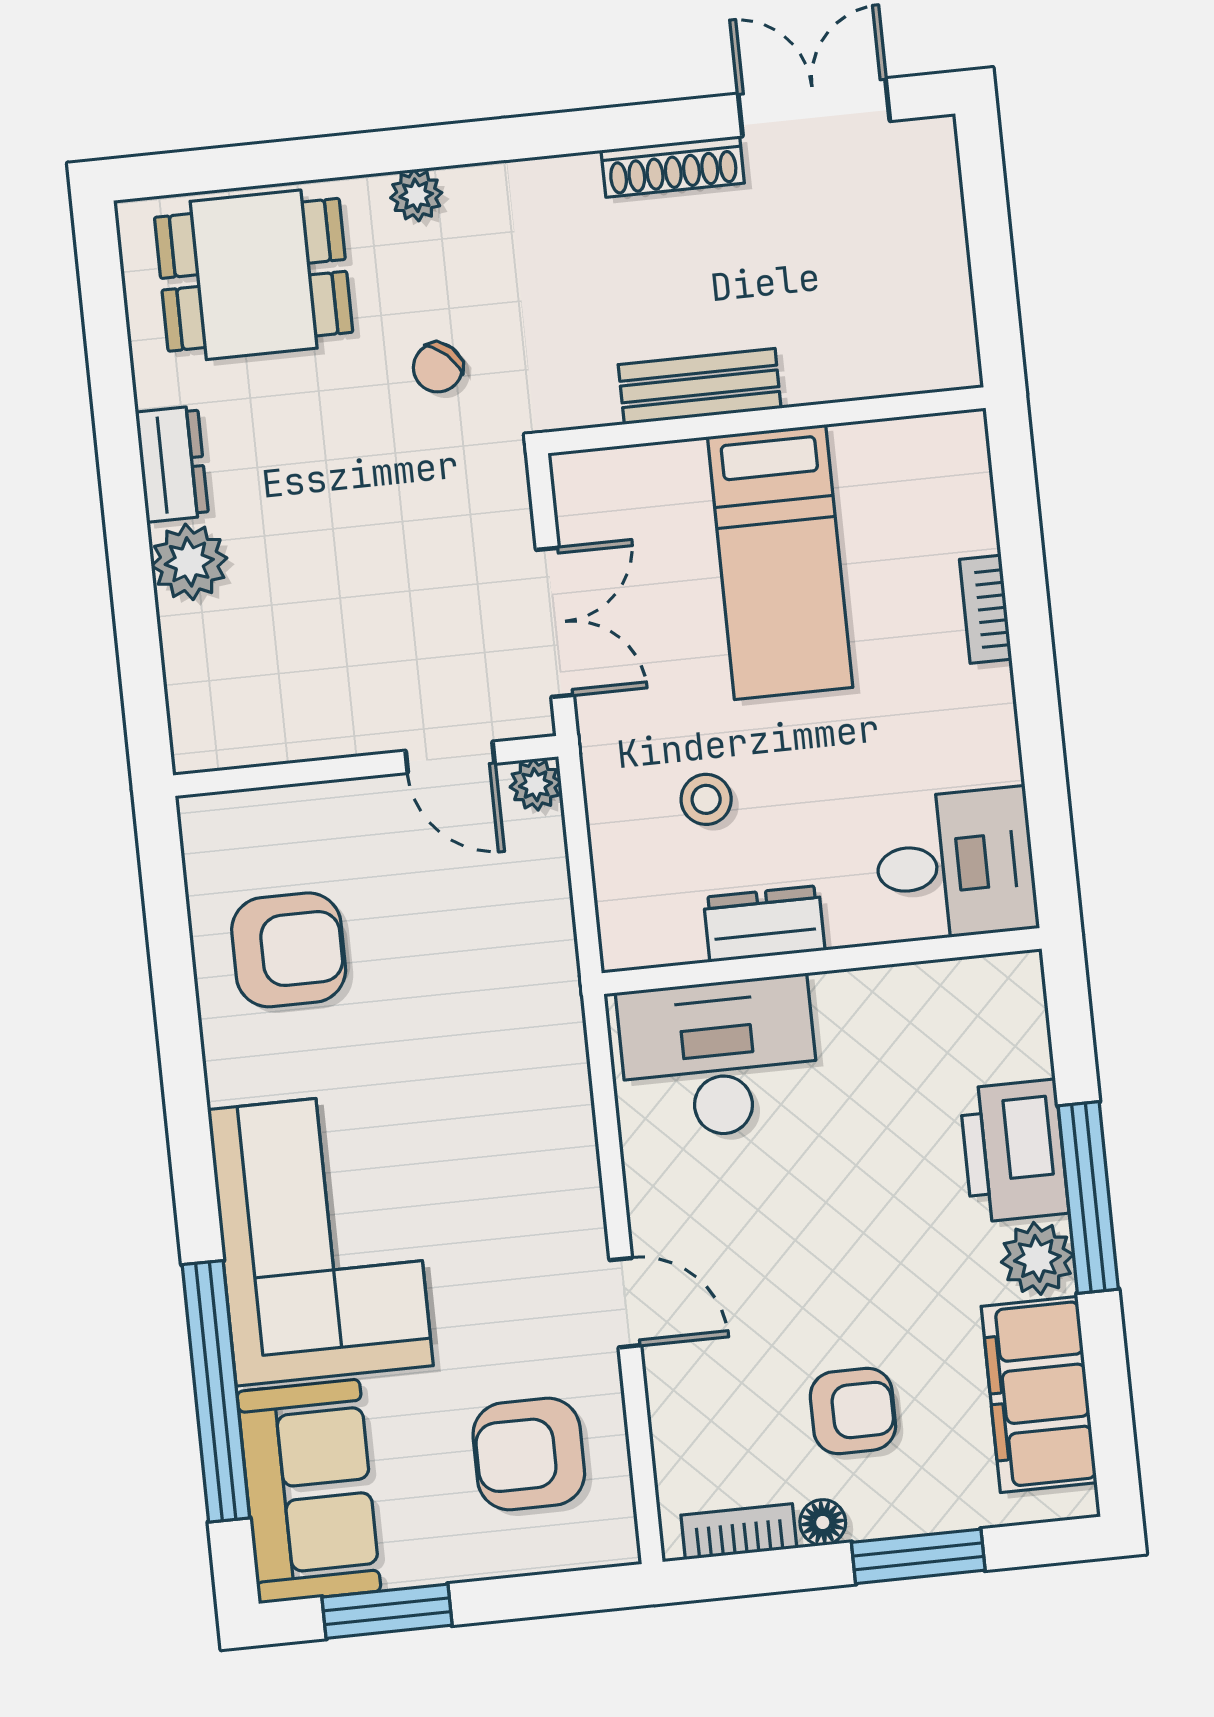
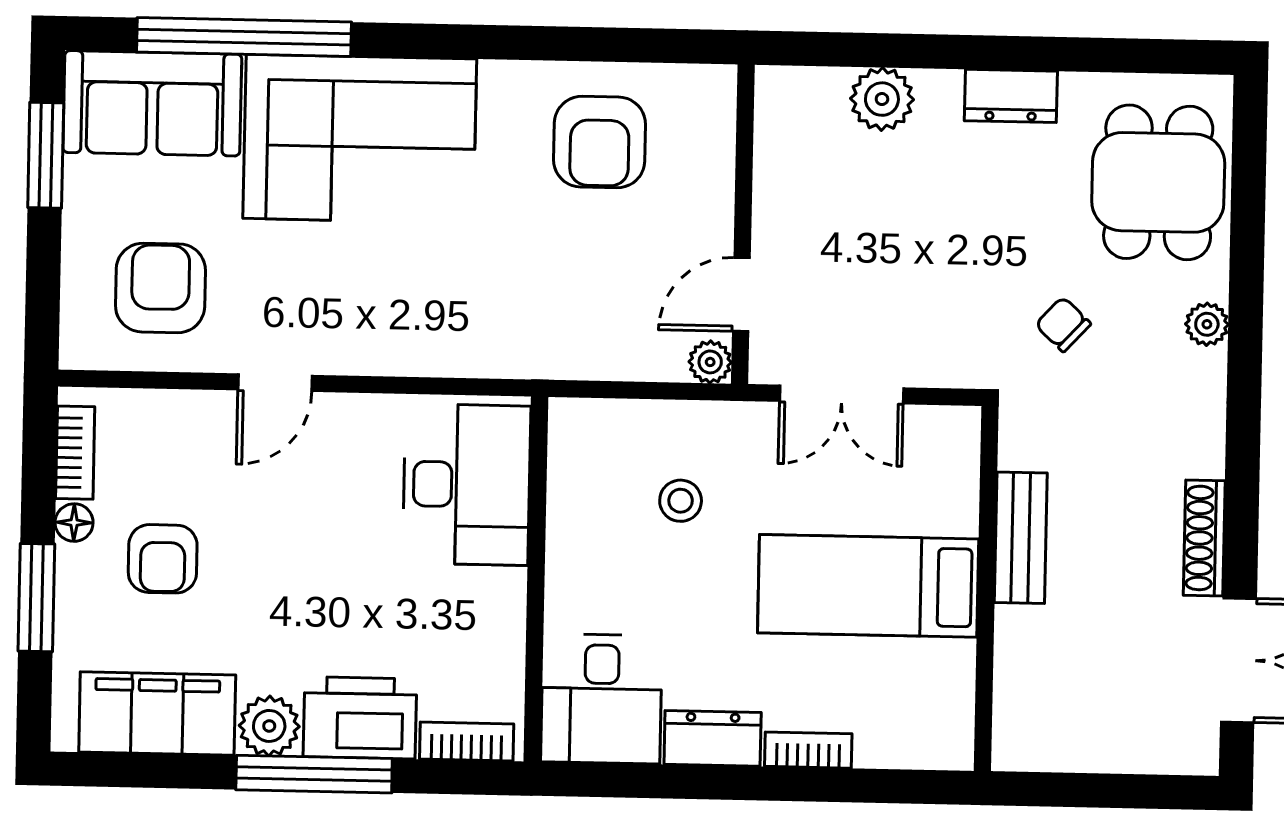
plant: (189, 562) -> (882, 99), moved
dresser: (764, 924) -> (713, 738), moved, turned -90
bookcase: (1026, 1020) -> (467, 742), added

